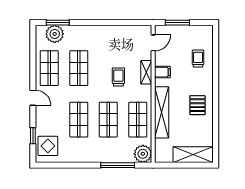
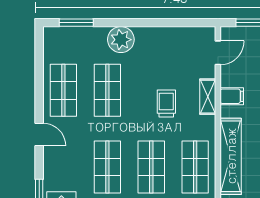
plant: (55, 34) -> (121, 40), moved

